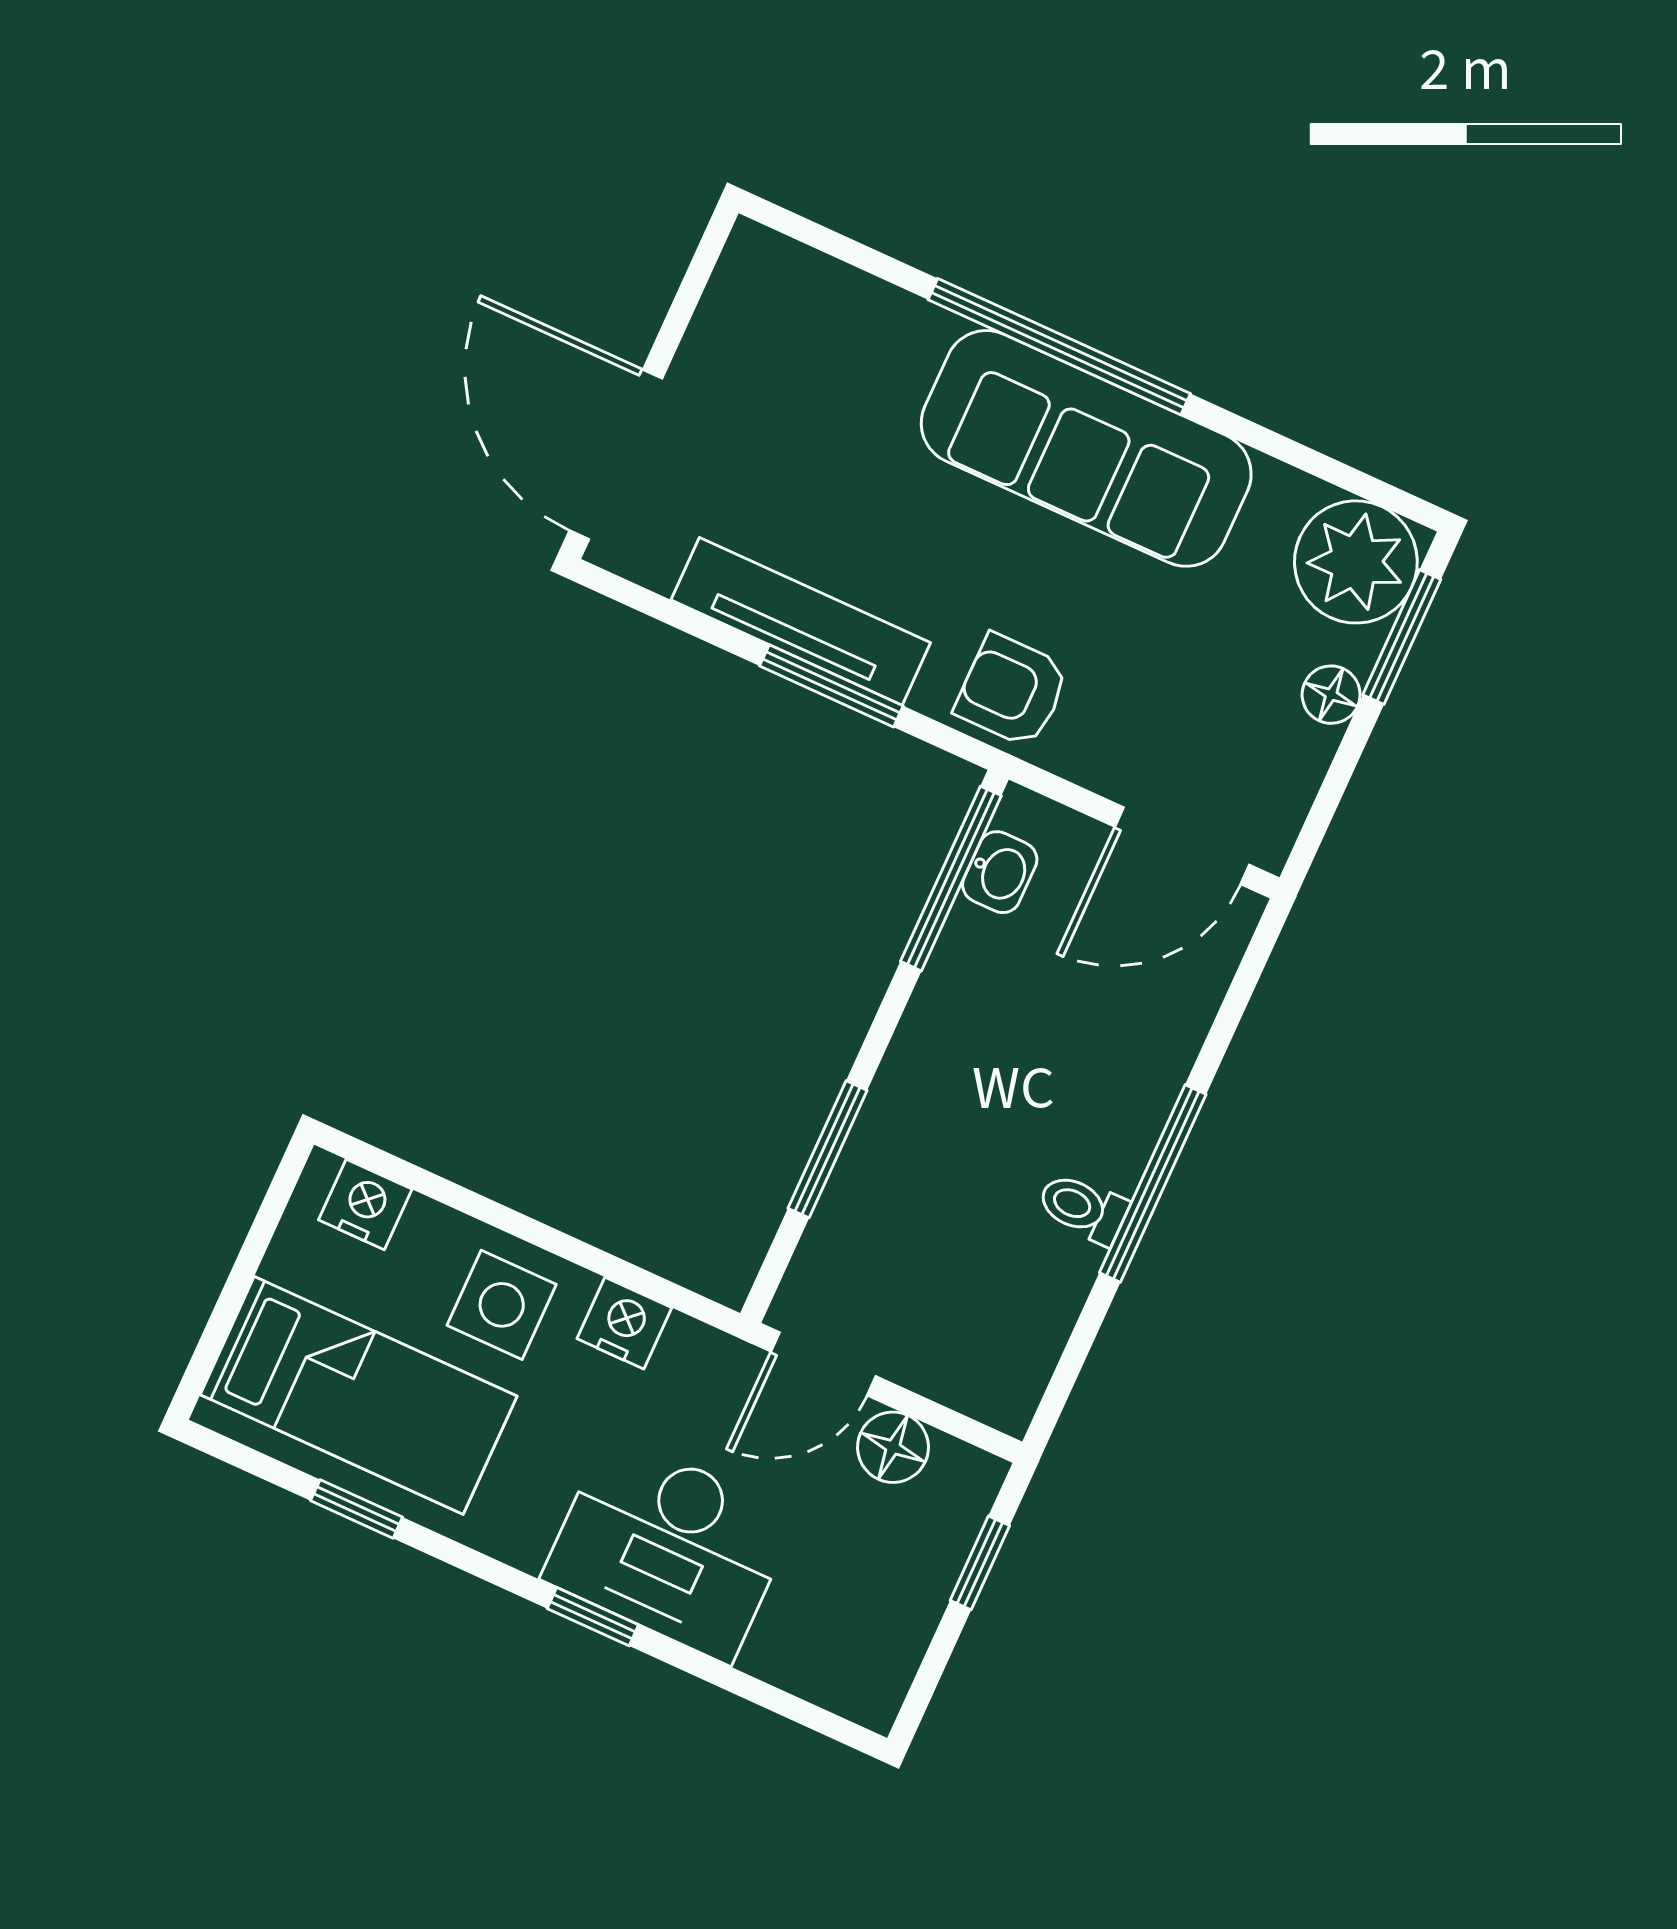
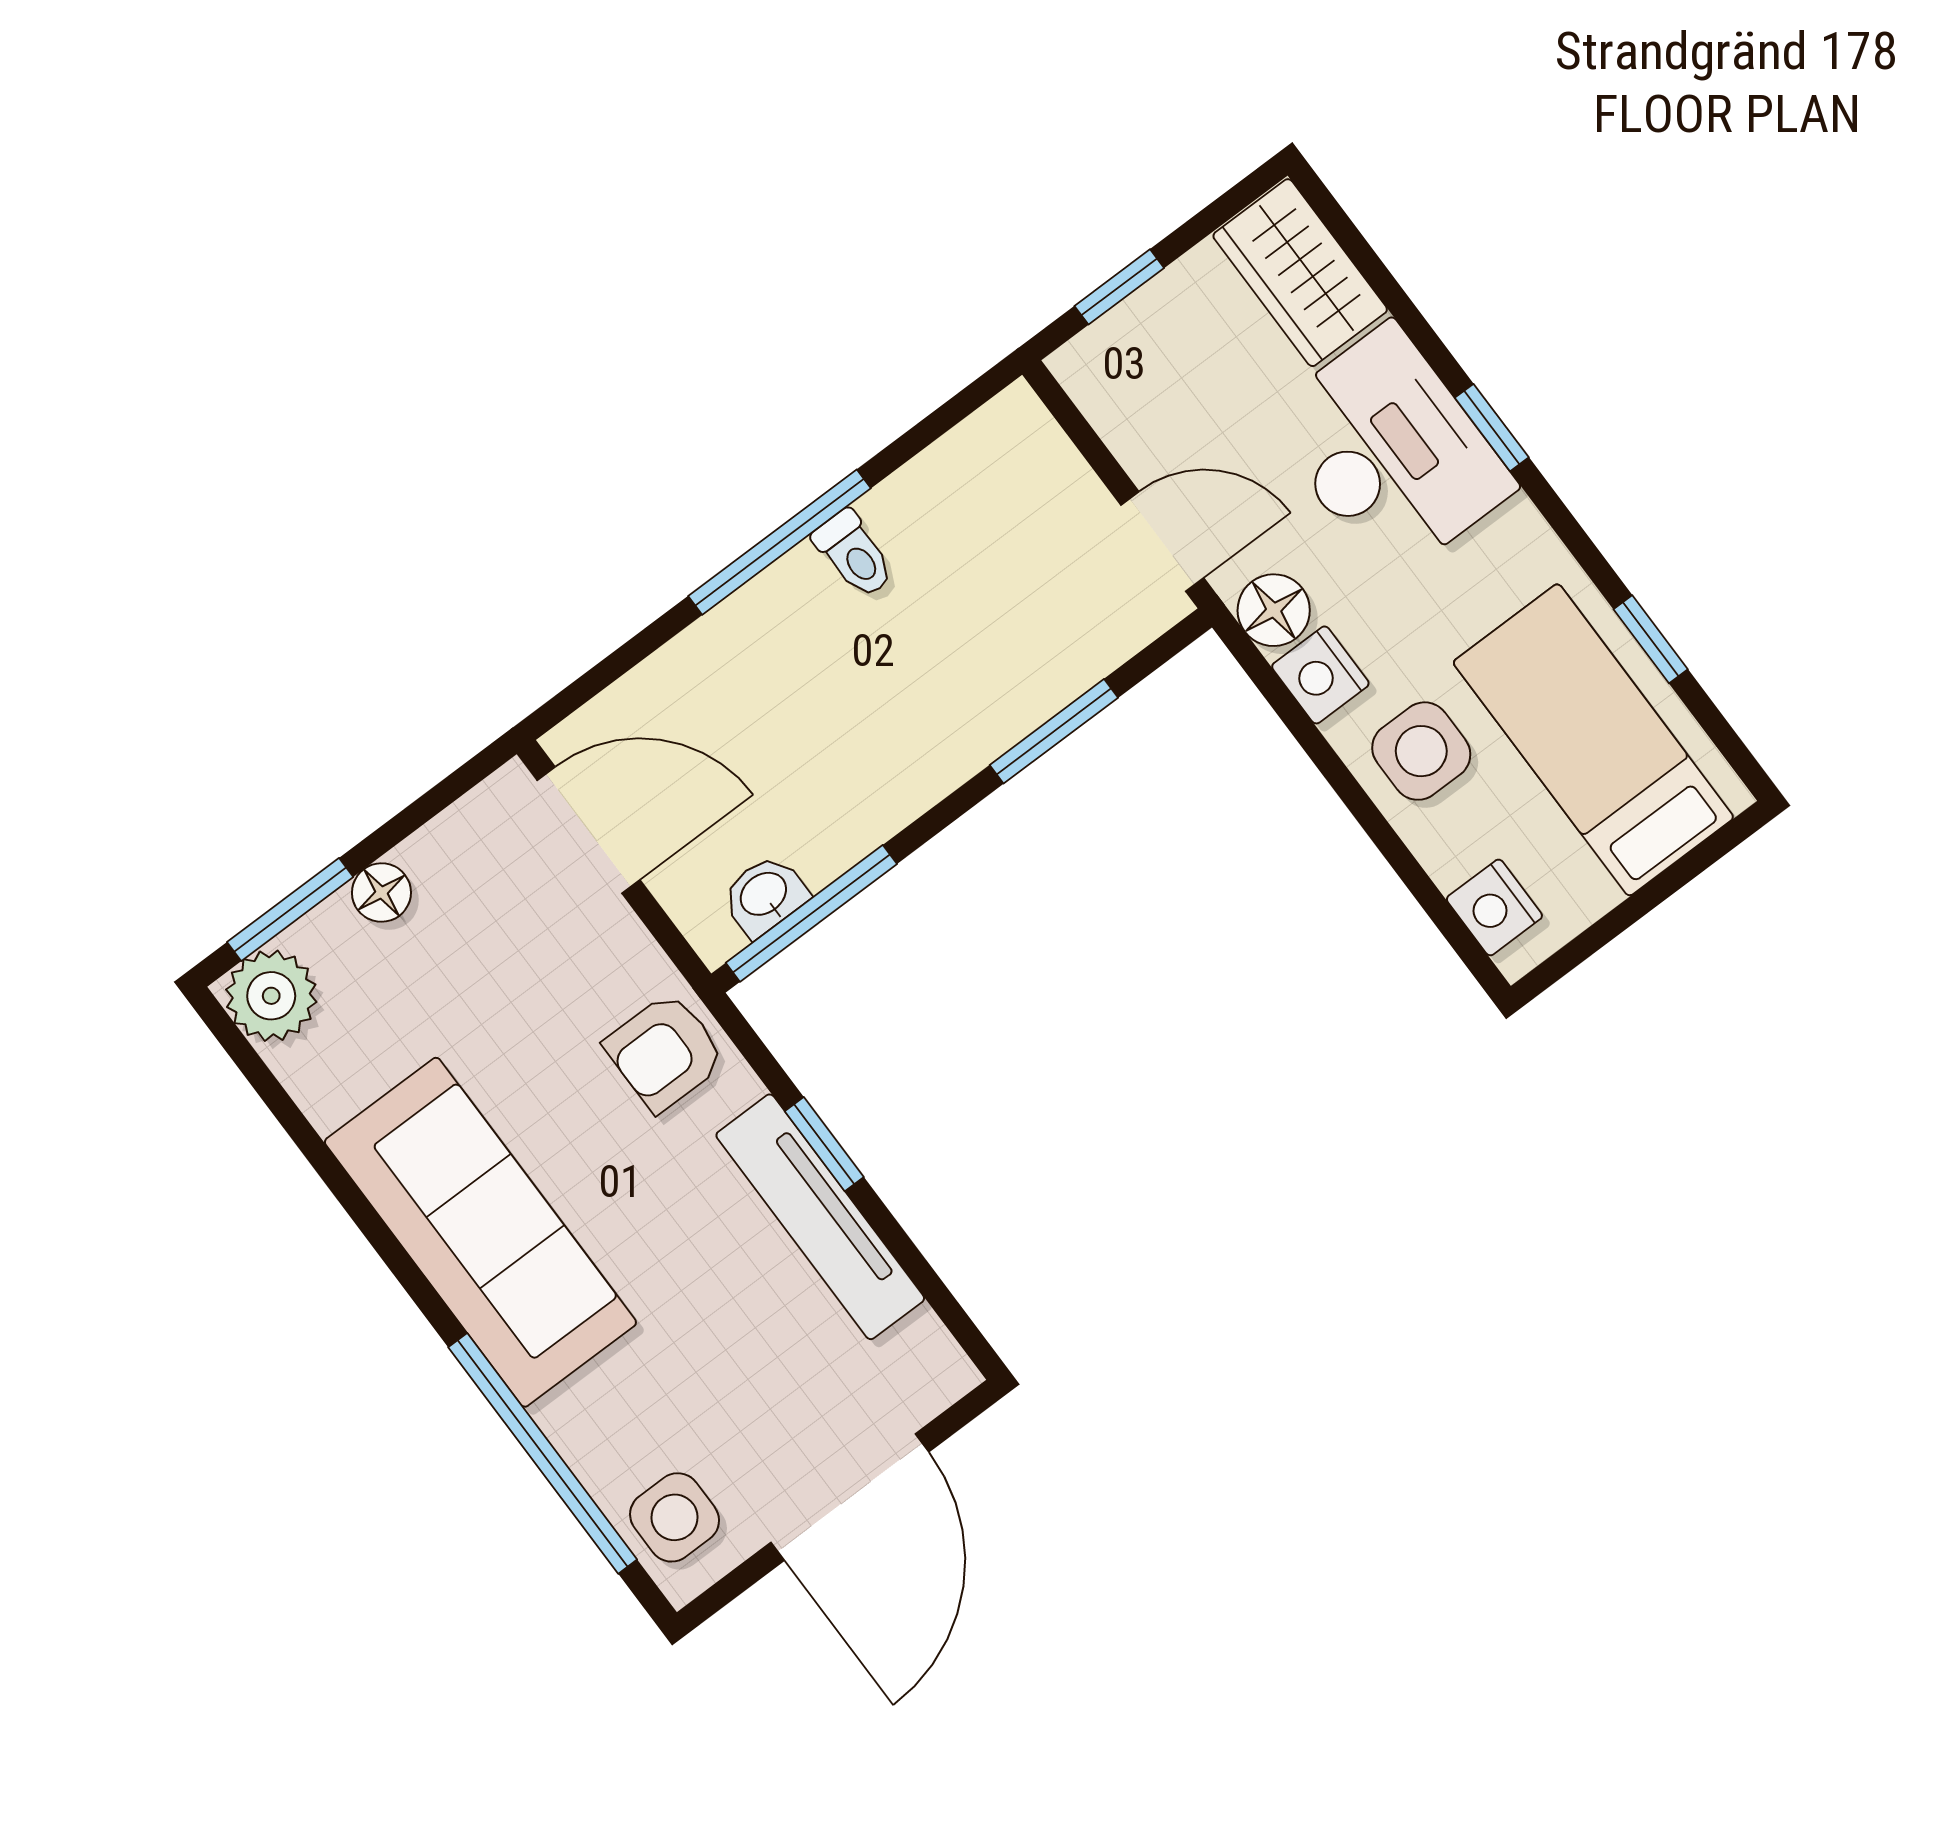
side table: (785, 294) -> (675, 1517), added
window: (1059, 347) -> (543, 1453), moved
door: (616, 454) -> (850, 1497), moved
plant: (1356, 562) -> (271, 996), width x0.73, depth x0.73
window: (831, 686) -> (824, 1144), width x0.67
armchair: (1012, 690) -> (665, 1052), turned 90
floor lamp: (893, 1447) -> (1274, 610), moved
wardrobe: (831, 1660) -> (1300, 273), added

